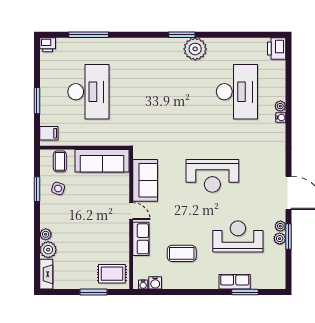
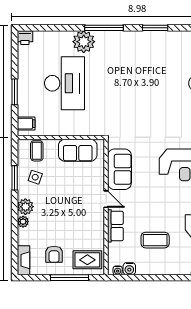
window: (89, 35) -> (104, 28), moved
plant: (195, 49) -> (84, 42), moved
sofa: (102, 161) -> (78, 150), width x0.73
plant: (48, 250) -> (25, 207), moved
armchair: (78, 268) -> (54, 254), added
window: (94, 292) -> (69, 278), width x1.44

